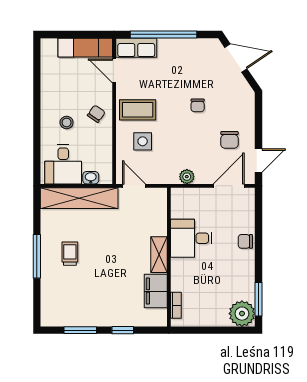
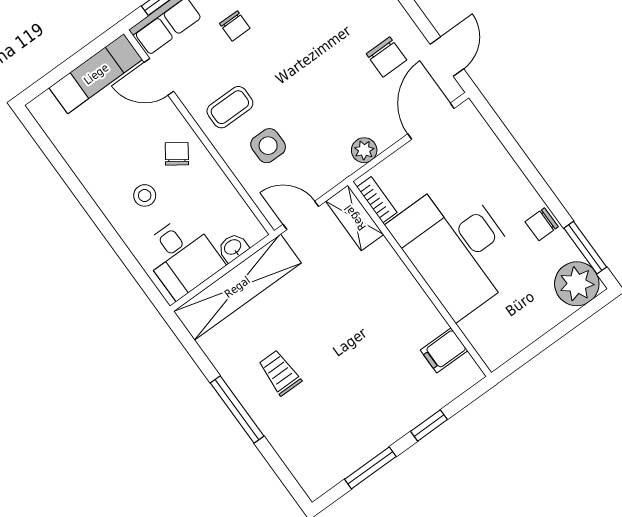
chair: (198, 105) -> (235, 26), moved
coffee table: (138, 110) -> (230, 107), width x0.73, depth x0.77
desk: (191, 238) -> (457, 248), width x1.87, depth x1.30
chair: (245, 241) -> (542, 224), moved
shelving: (159, 255) -> (355, 218), moved
filing cabinet: (156, 291) -> (444, 350), width x0.50
bookcase: (176, 305) -> (377, 200), moved

